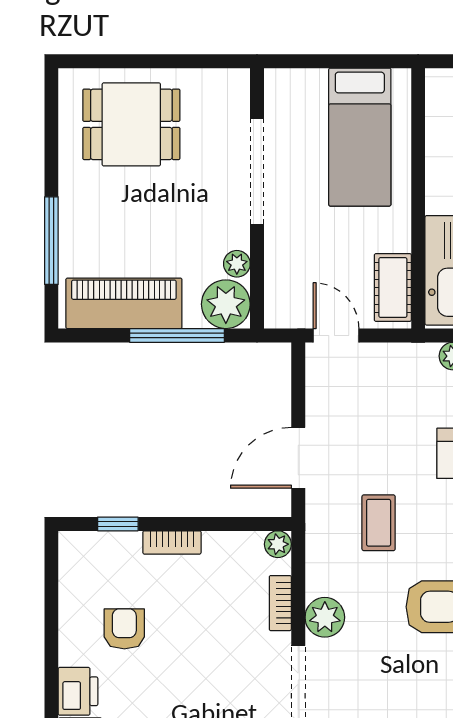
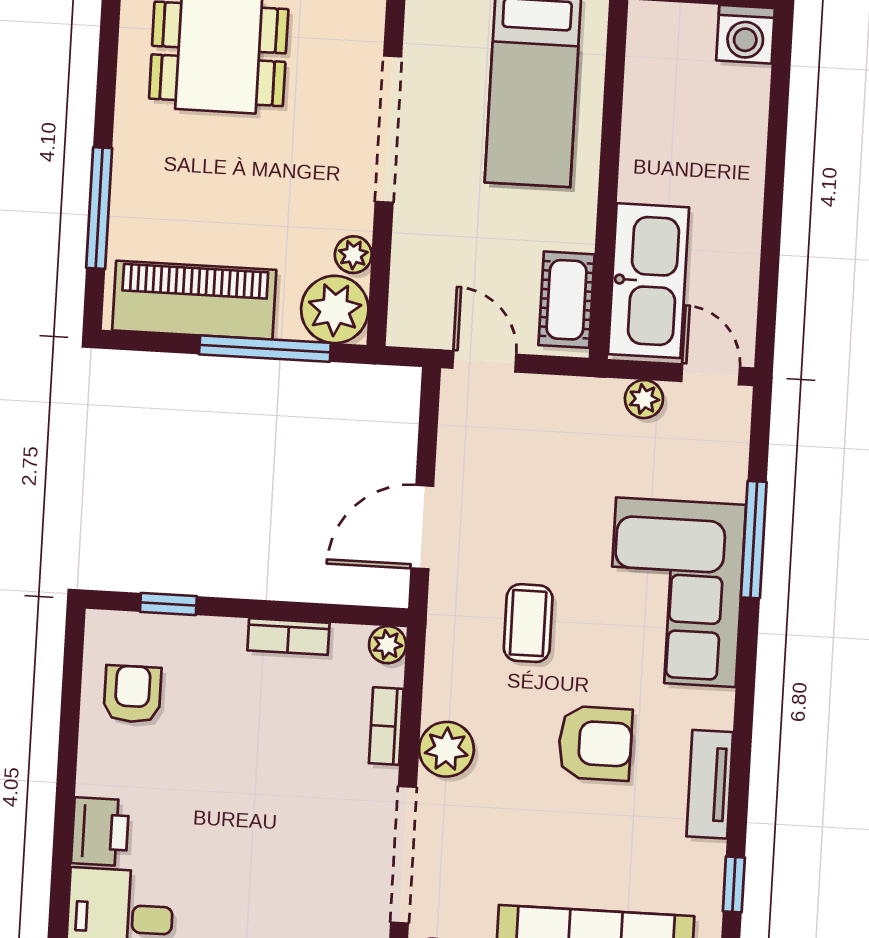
bookcase: (172, 542) -> (288, 637), moved
armchair: (124, 629) -> (132, 694), moved

